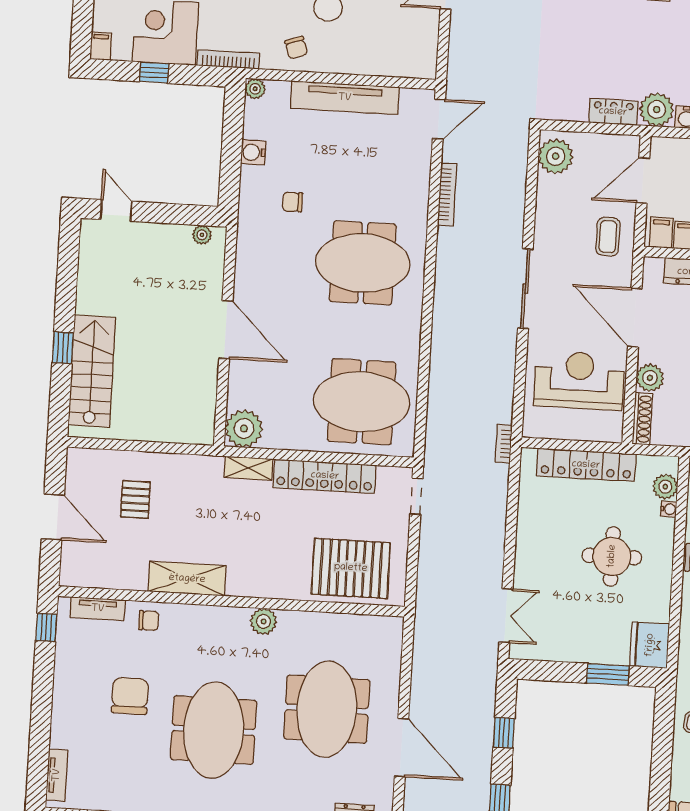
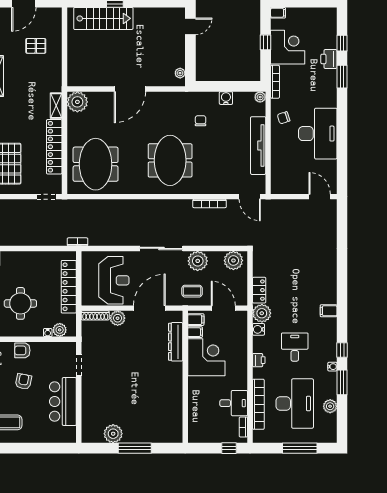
plant: (552, 223) -> (198, 261), added

